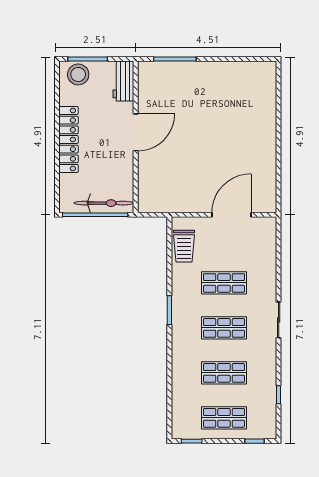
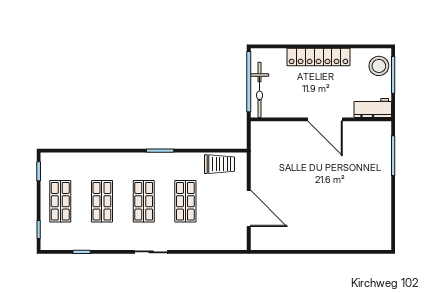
trolley: (184, 246) -> (220, 164), turned 180

